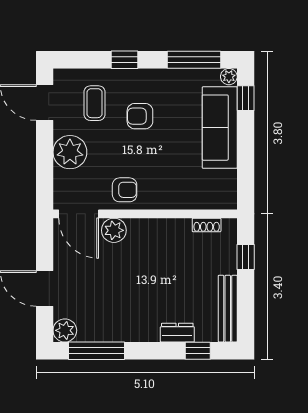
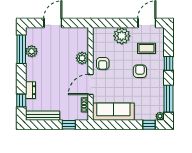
sofa: (220, 128) -> (113, 112), moved
door: (79, 214) -> (91, 84), moved
plant: (65, 330) -> (32, 51), moved

